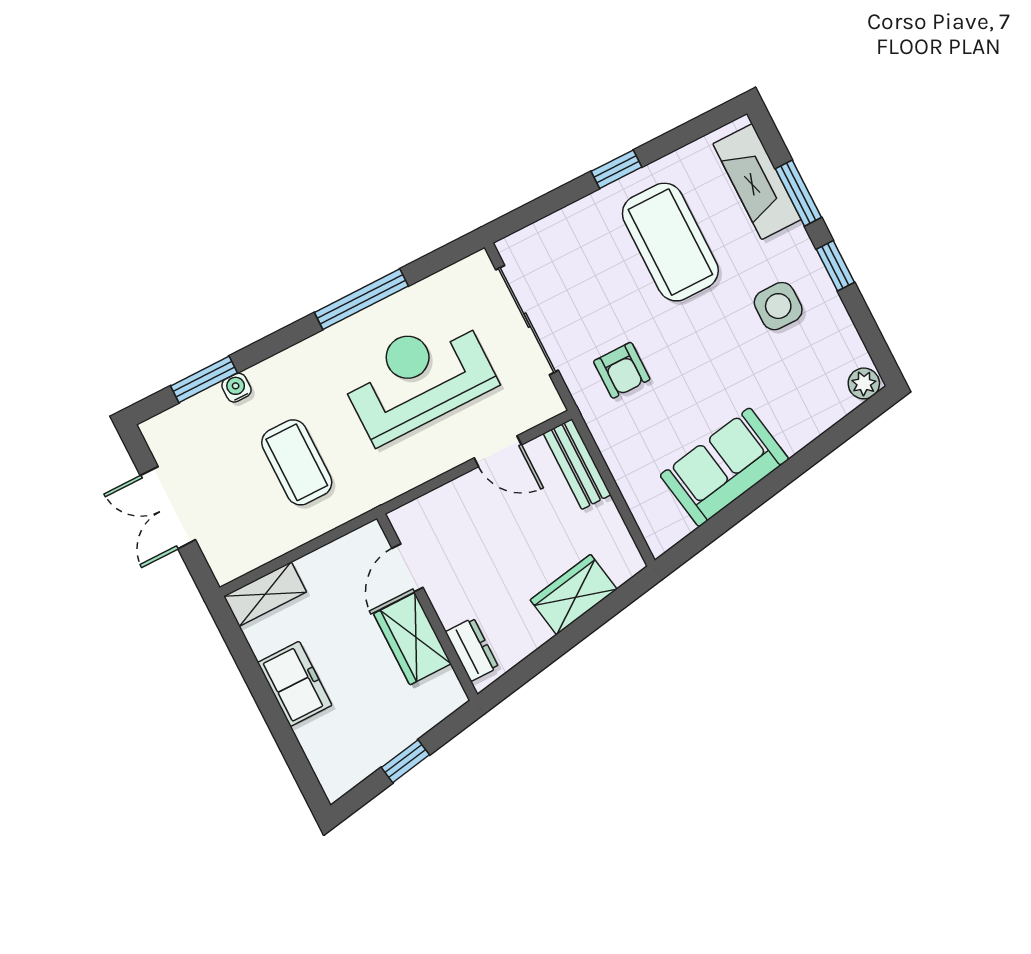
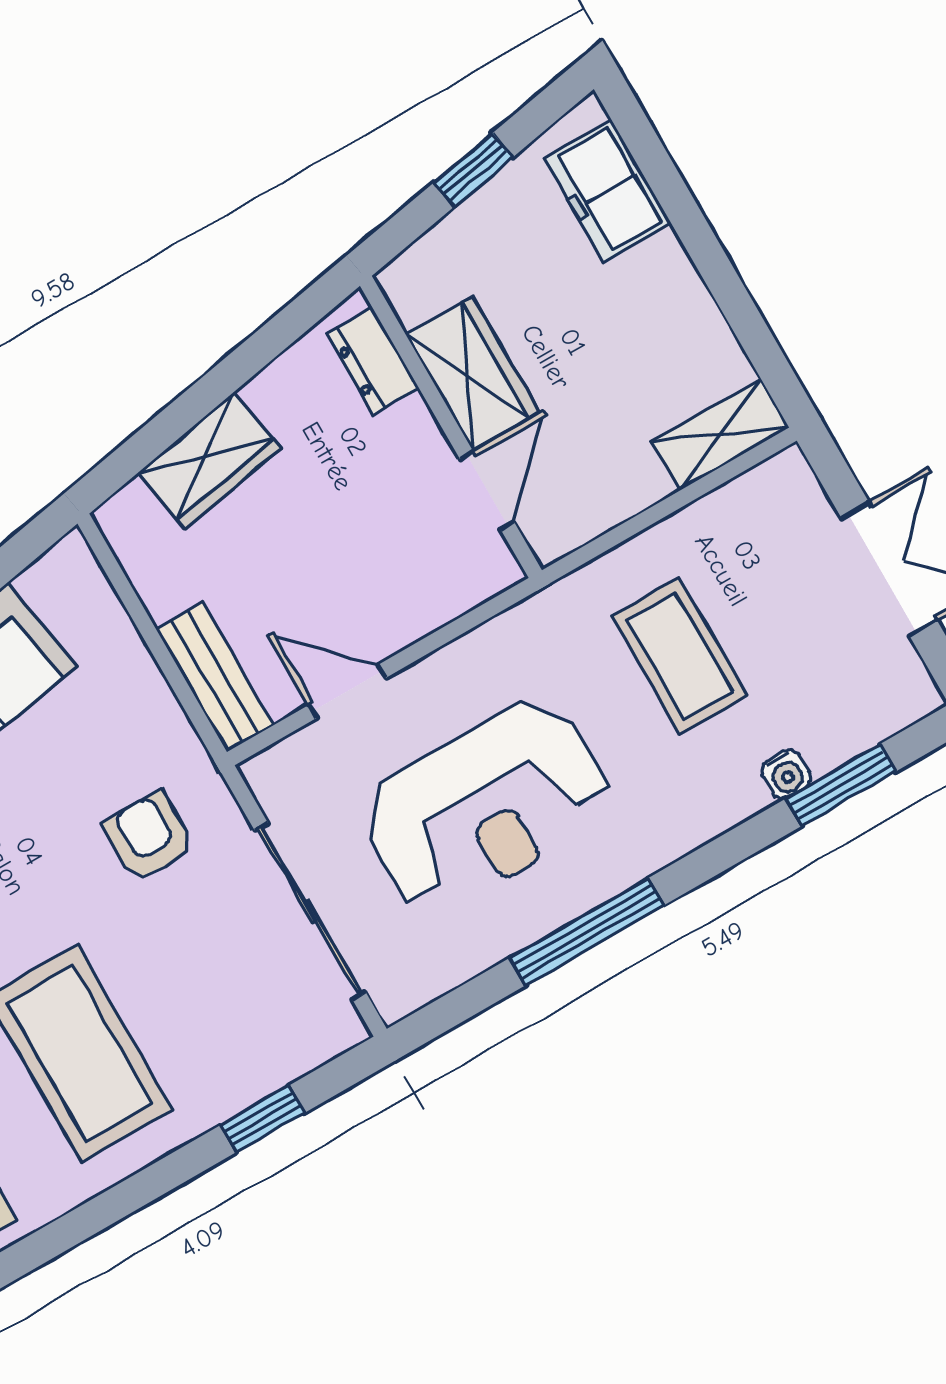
window: (617, 169) -> (262, 1119), moved
freezer: (295, 684) -> (607, 190), moved

